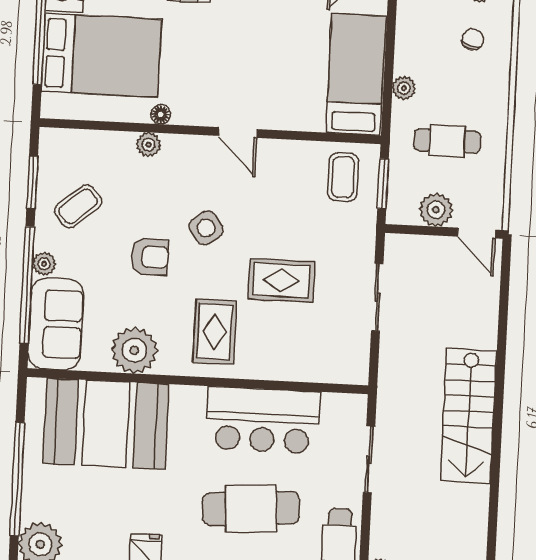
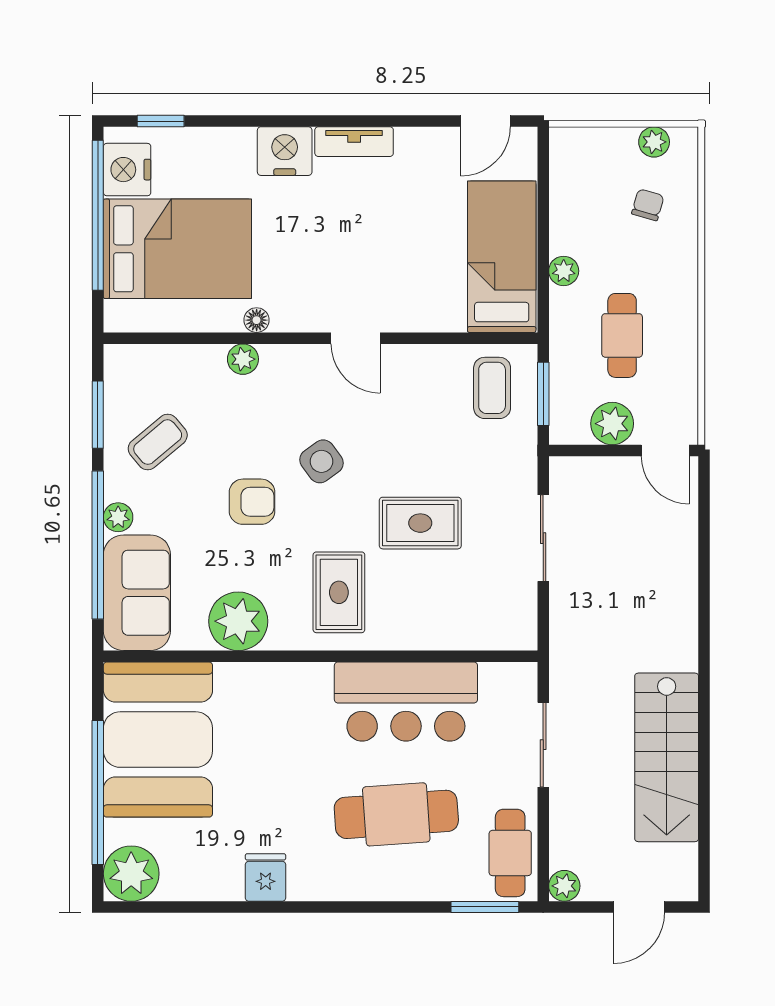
cafe table: (447, 141) -> (622, 335), turned 90
stairs: (468, 416) -> (667, 757), moved
booth: (106, 424) -> (158, 740), moved, turned 90

